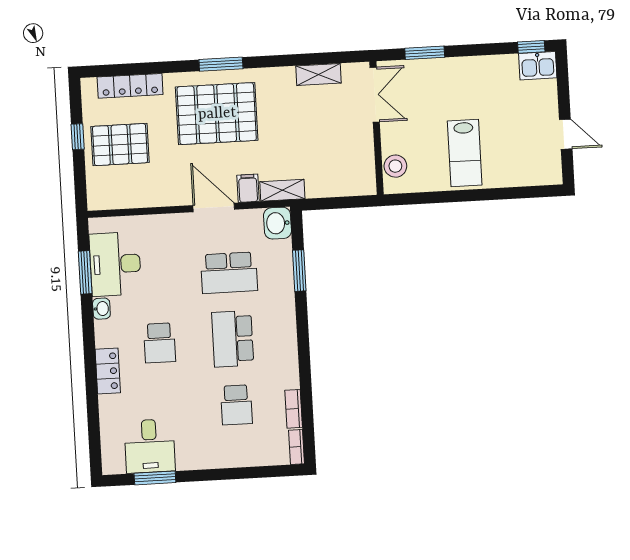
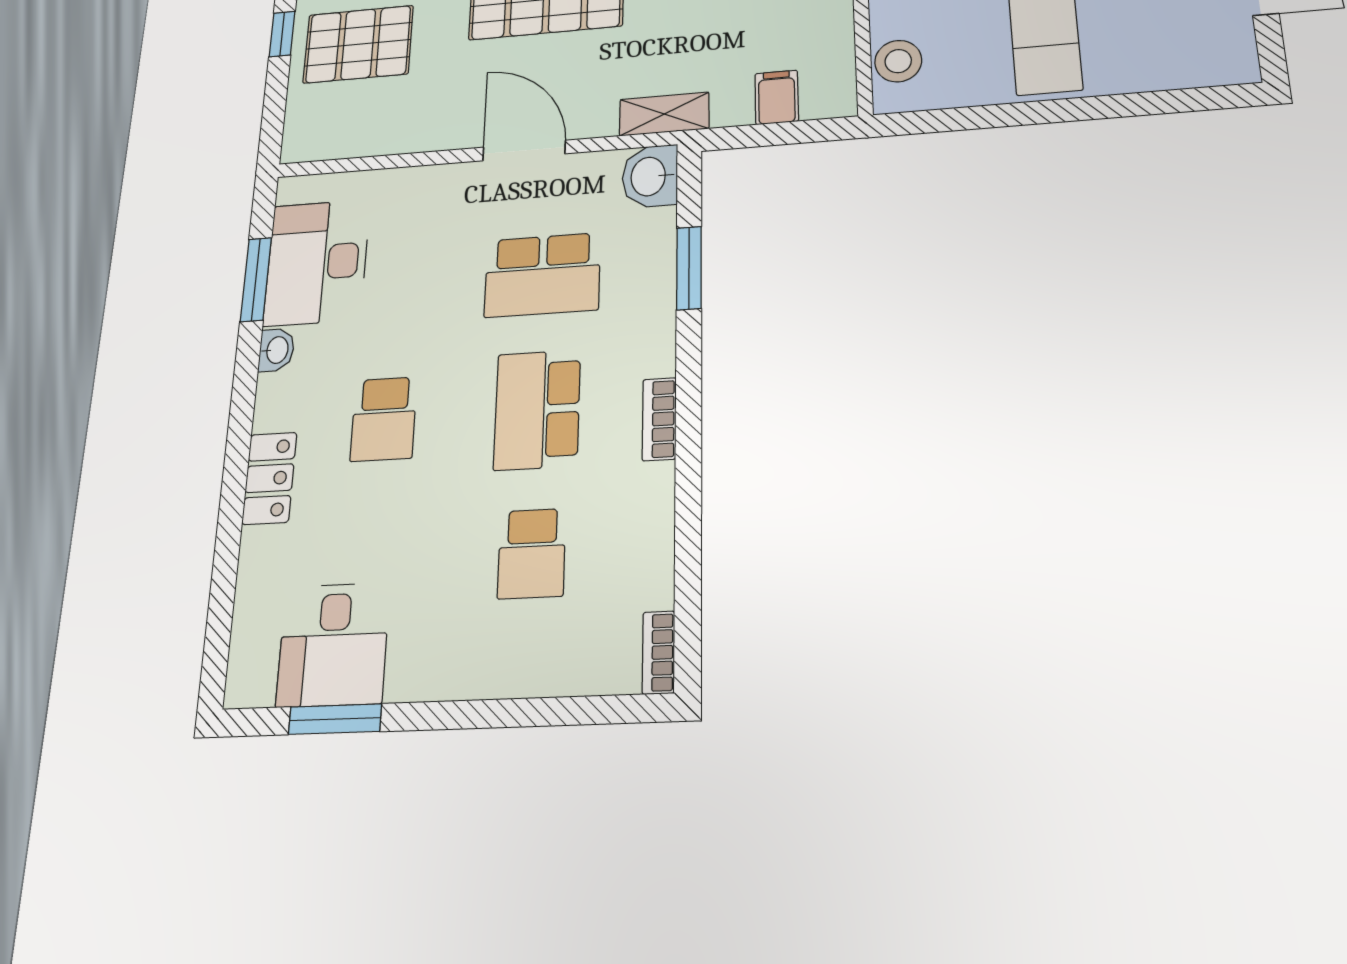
filing cabinet: (248, 188) -> (777, 97), moved
bookcase: (294, 409) -> (659, 419), moved

